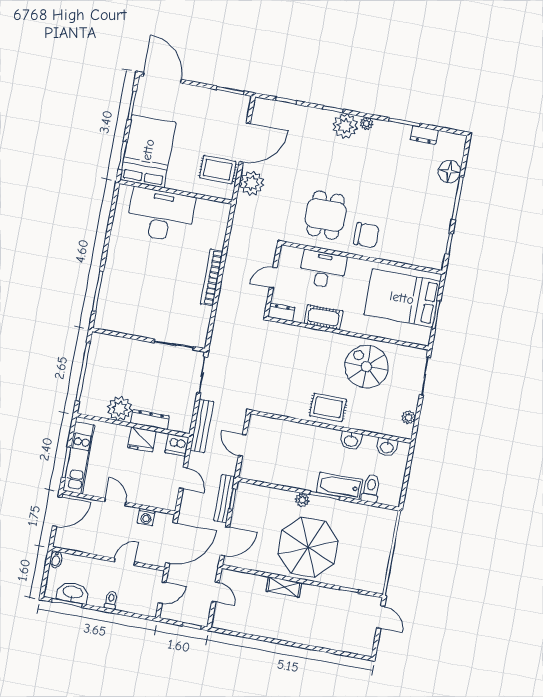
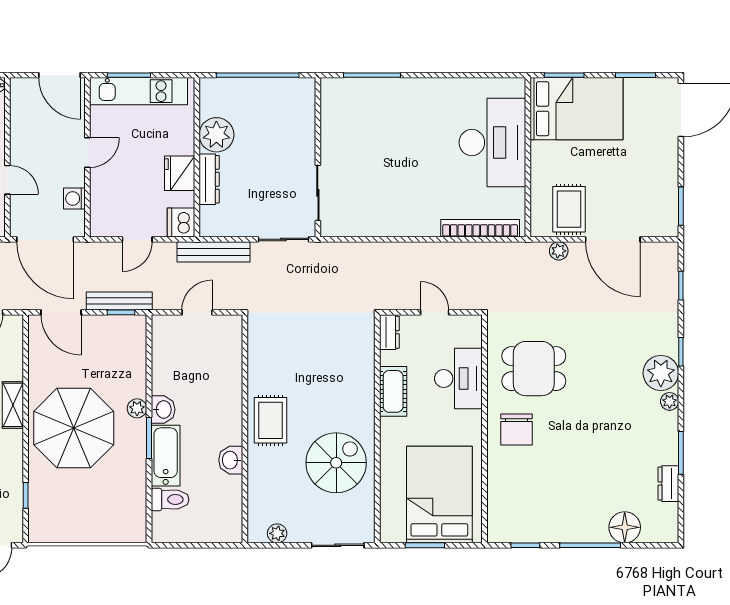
plant: (252, 183) -> (559, 251), width x0.53, depth x0.53
bookcase: (212, 278) -> (480, 228), moved
washbasin: (387, 447) -> (163, 410), moved, turned 180

